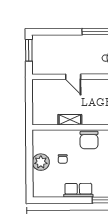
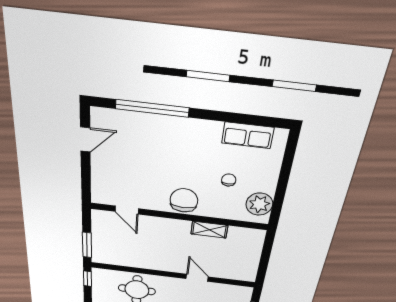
plant: (41, 162) -> (259, 204), moved
row of seats: (78, 190) -> (248, 135), moved

